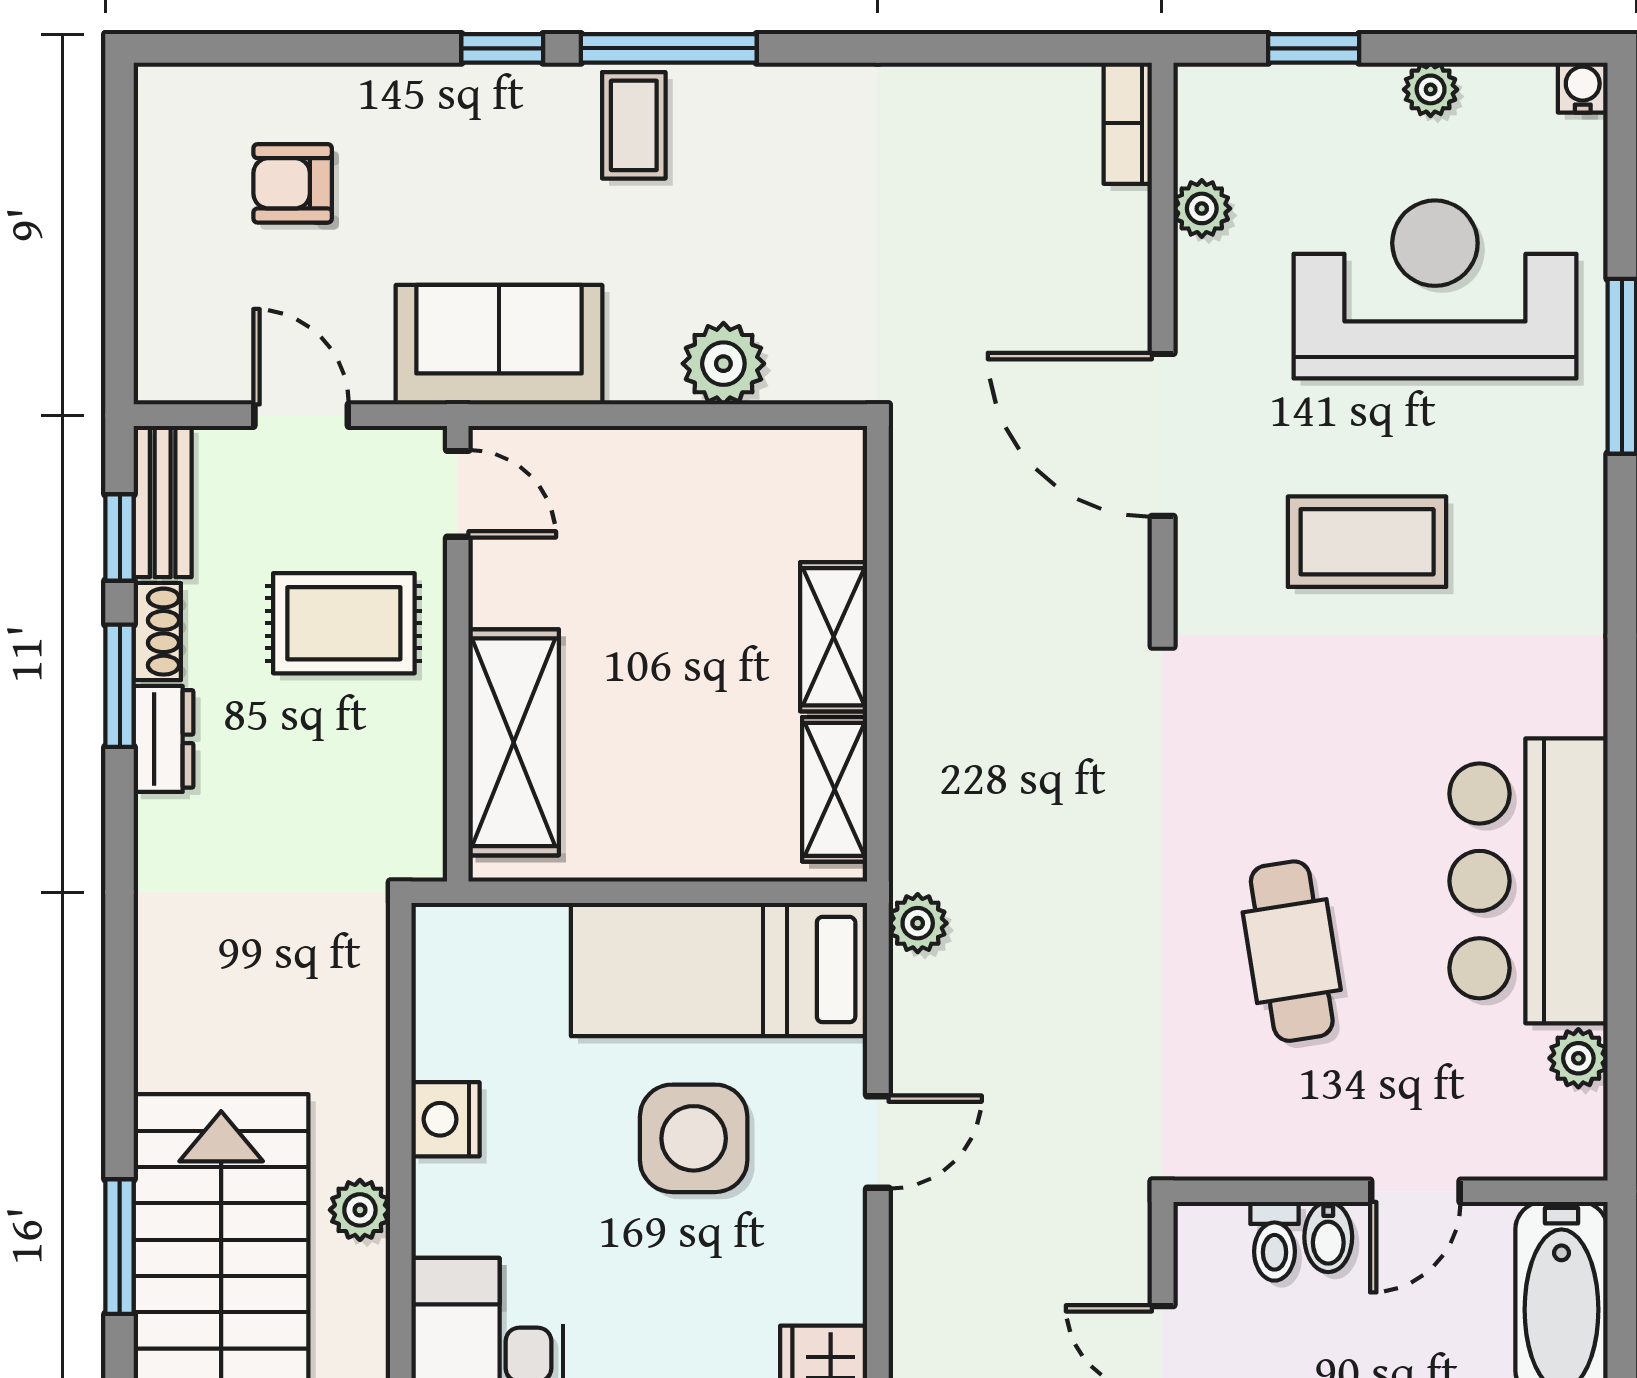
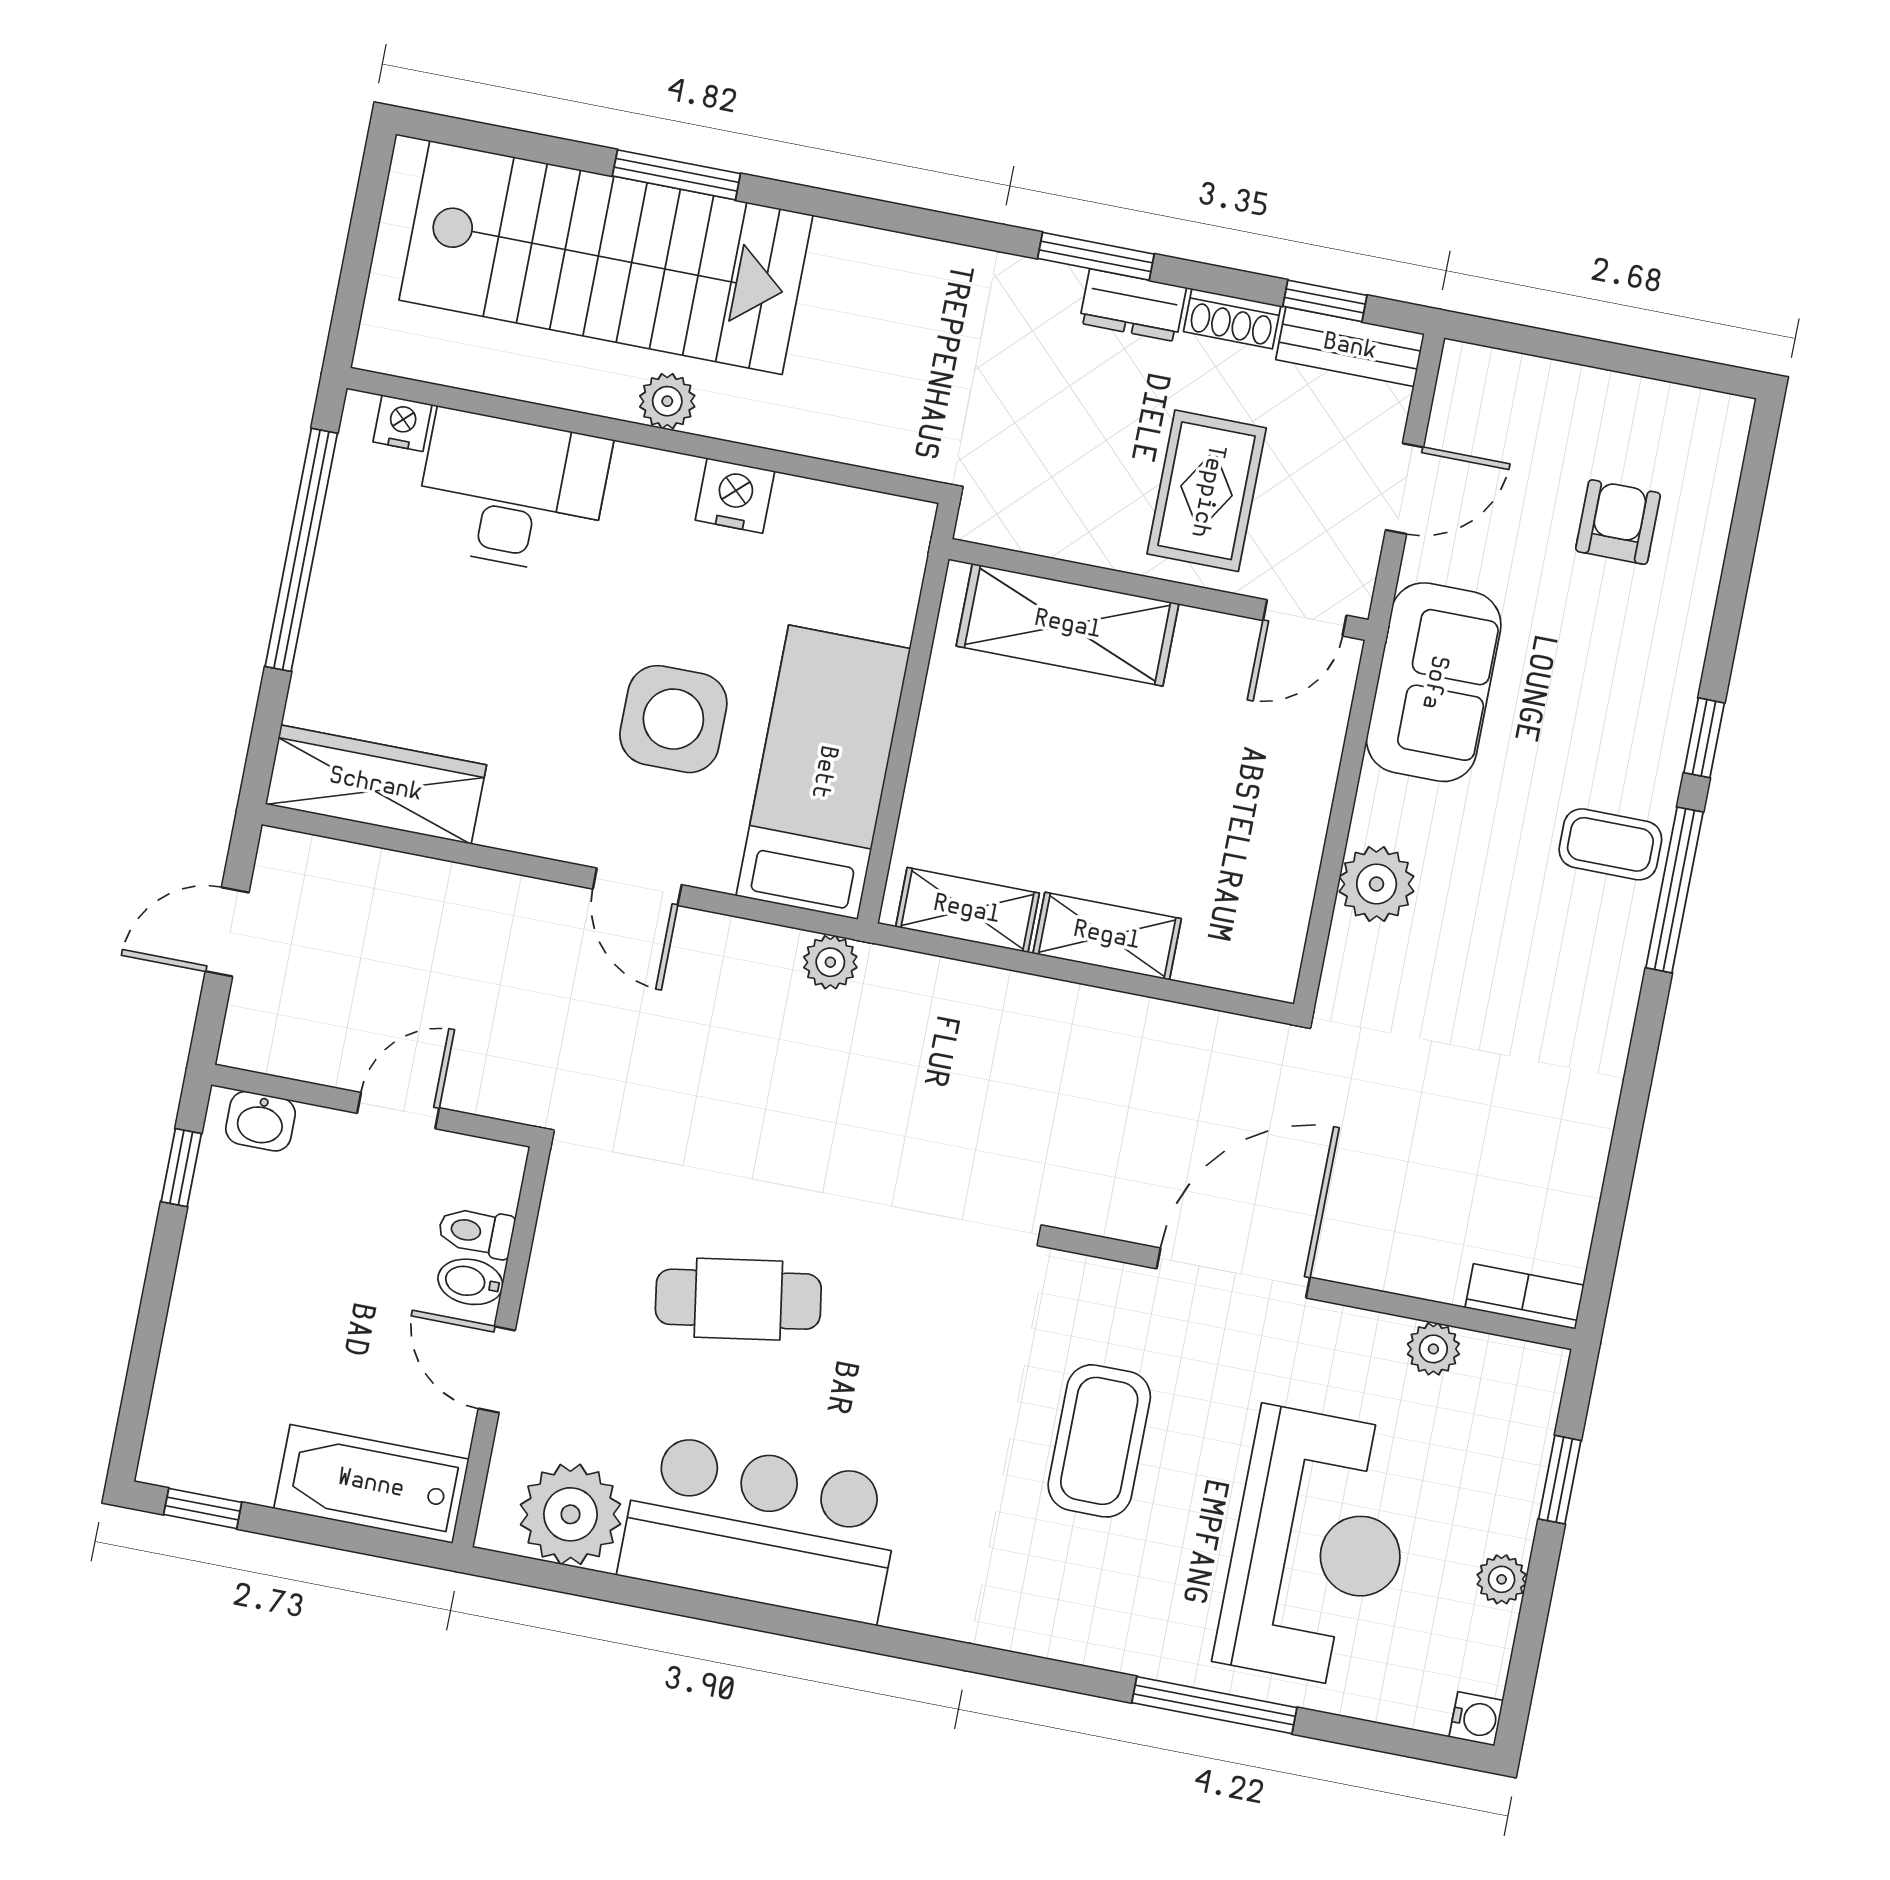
window: (120, 686) -> (1096, 256), moved
plant: (1578, 1058) -> (570, 1514), width x1.87, depth x1.87

